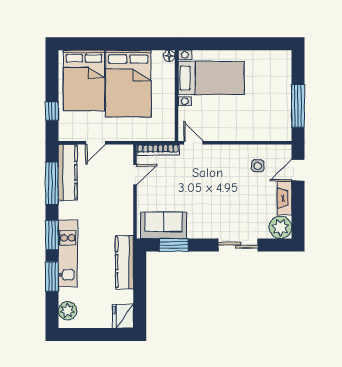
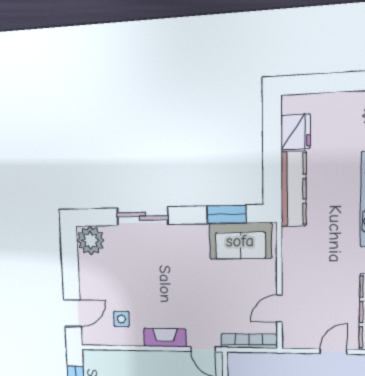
fireplace: (284, 198) -> (165, 338), moved, turned -90
fridge: (123, 316) -> (296, 132), moved

